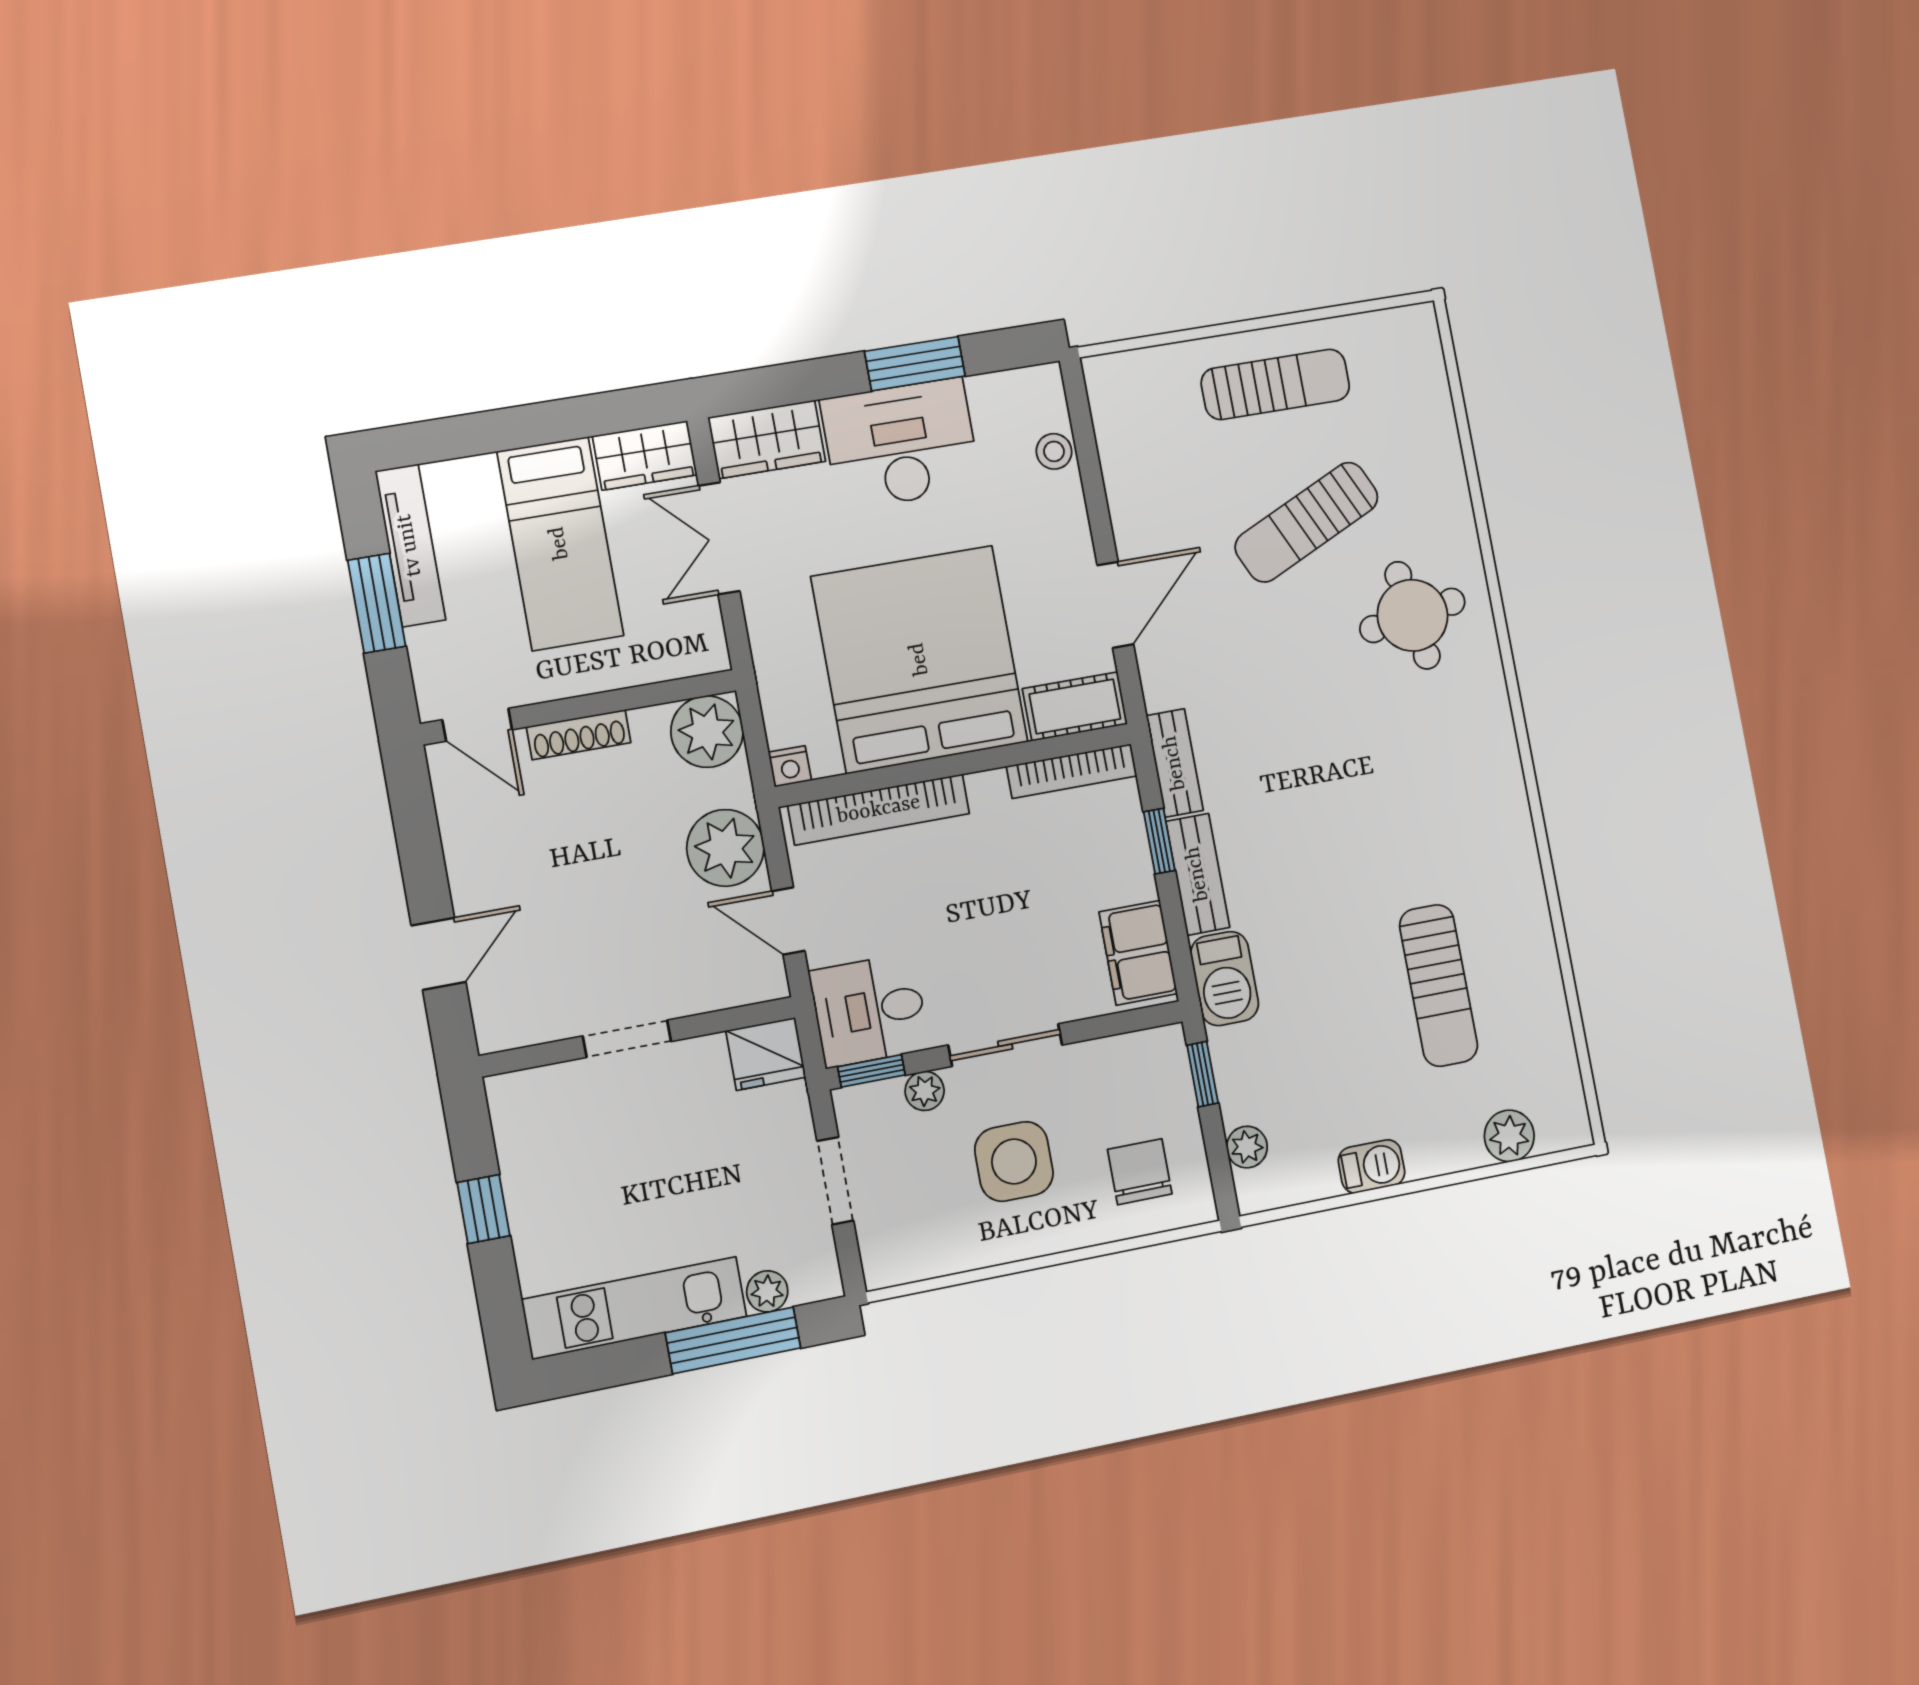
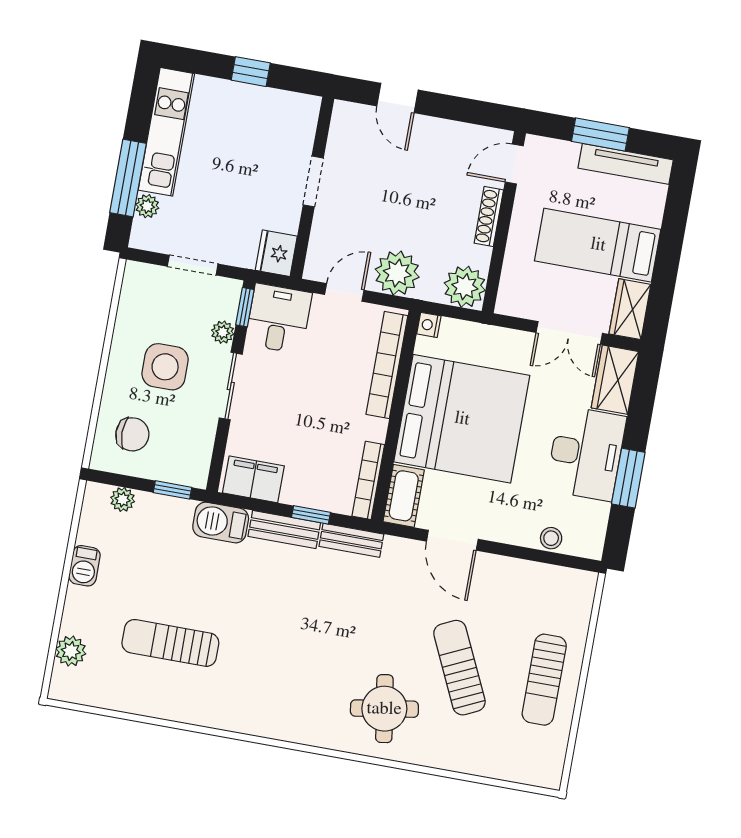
double door: (719, 538) -> (569, 333), swing flipped

